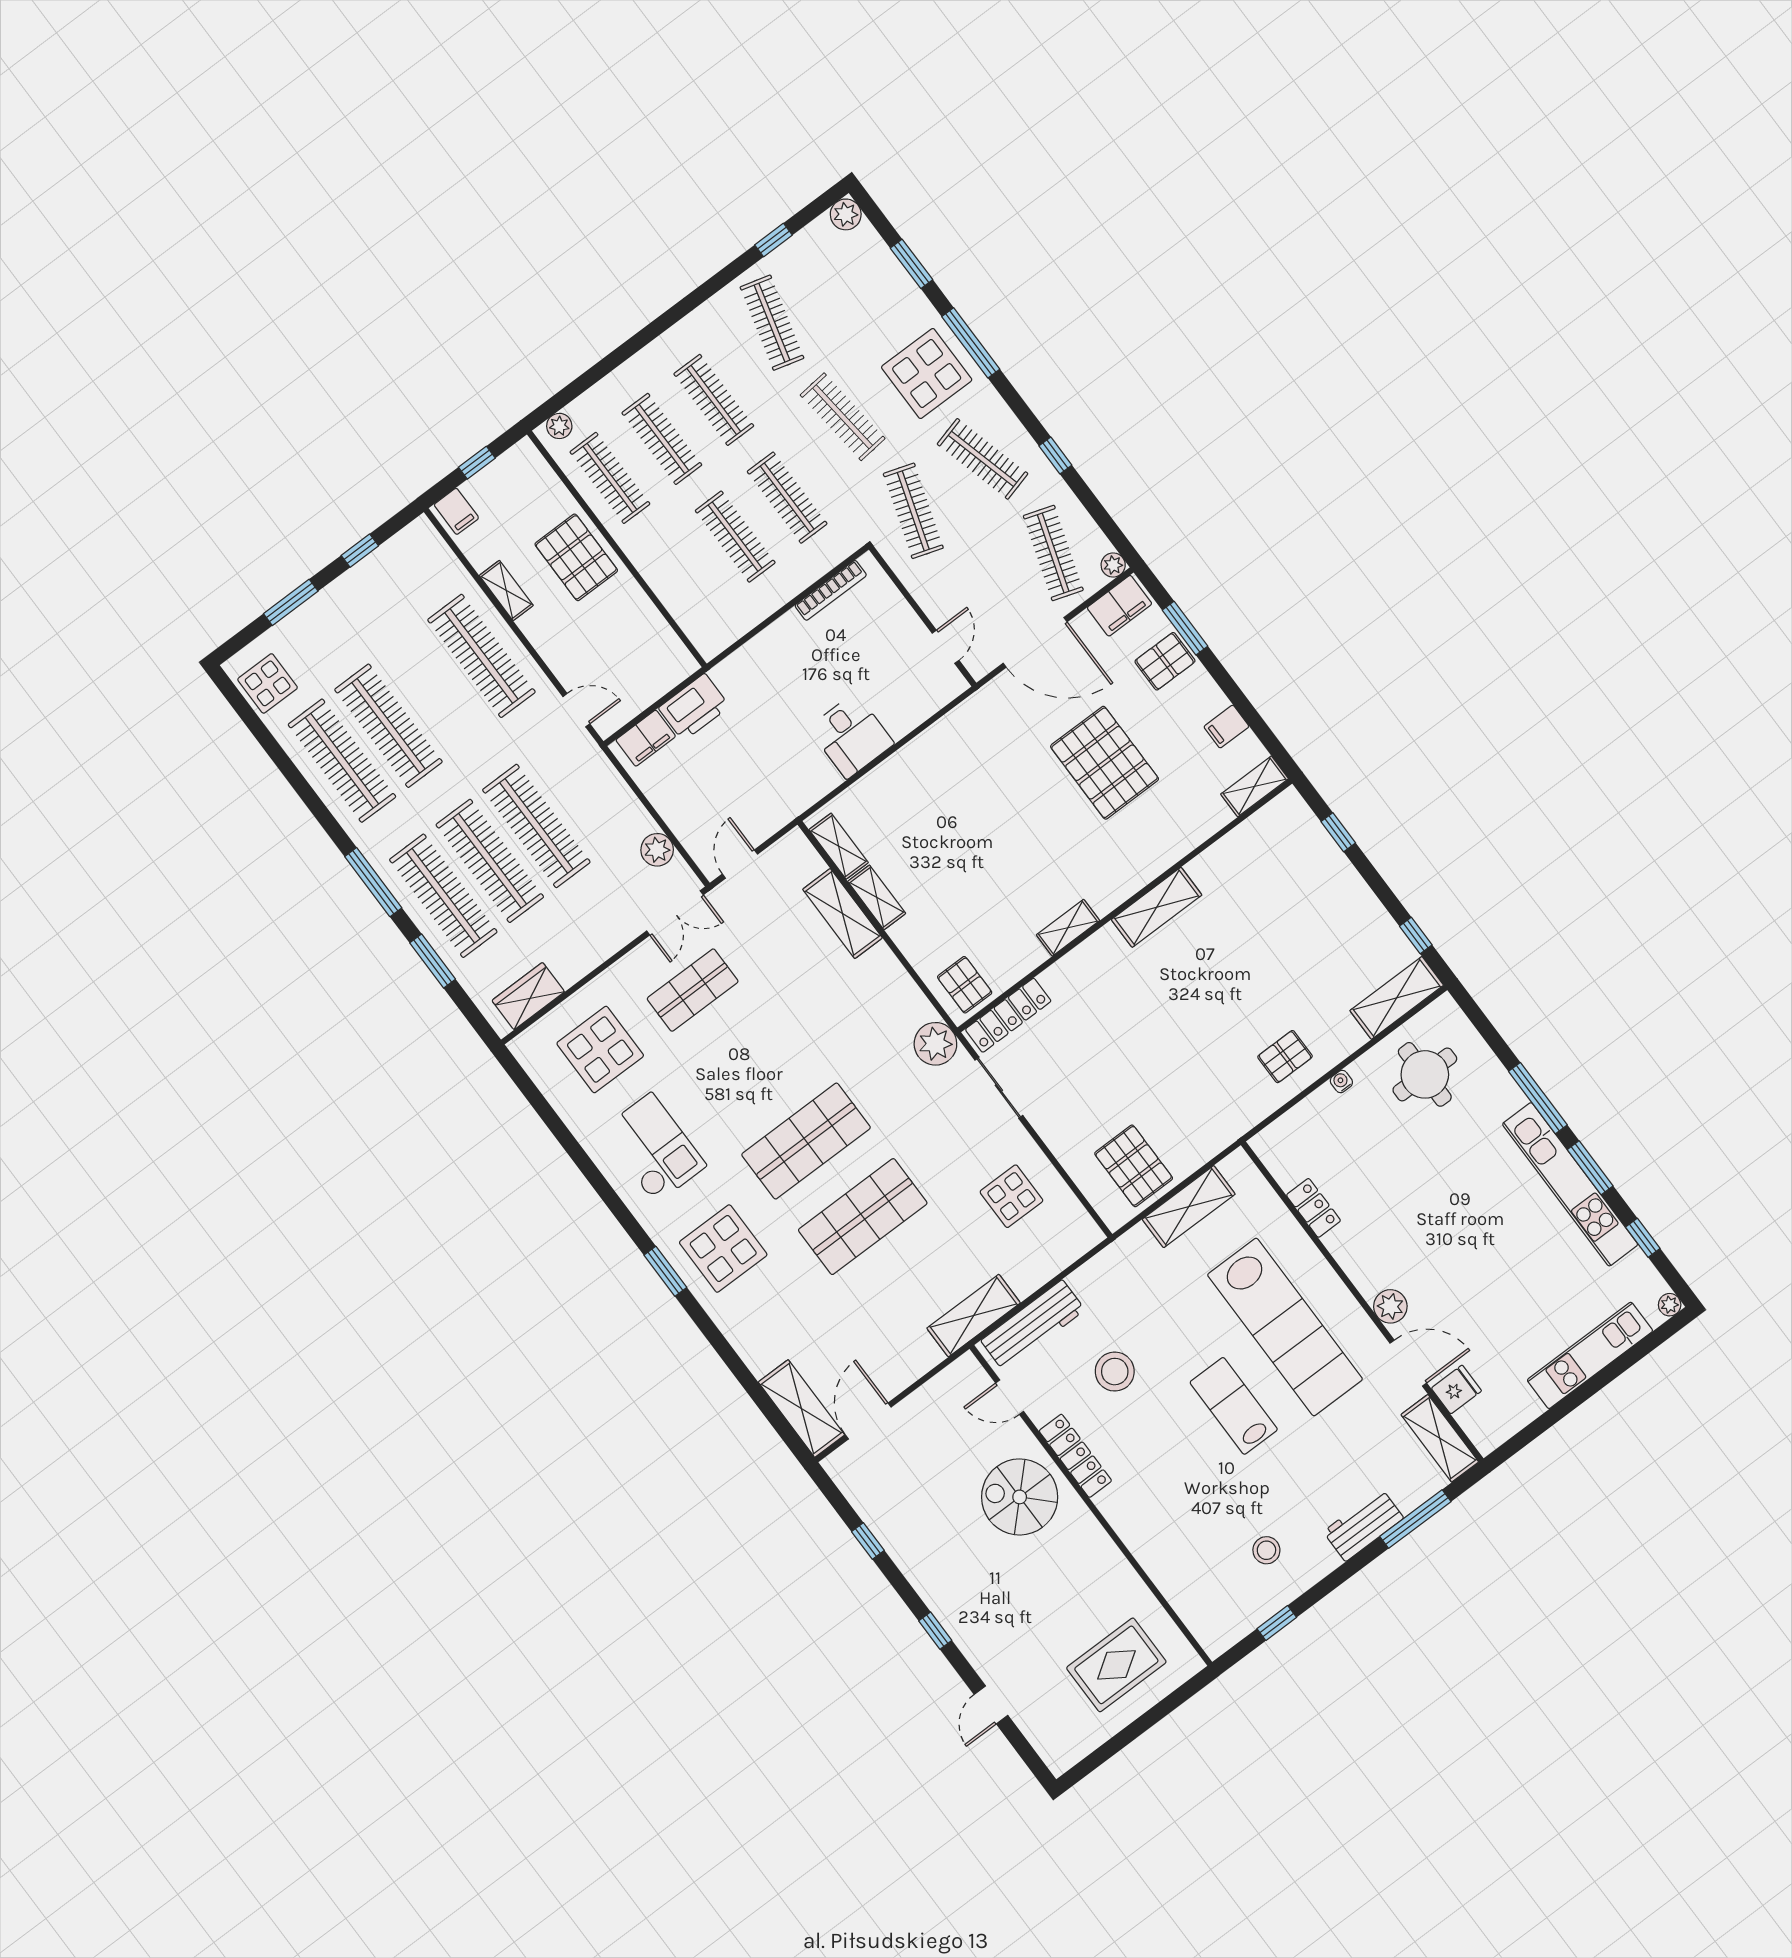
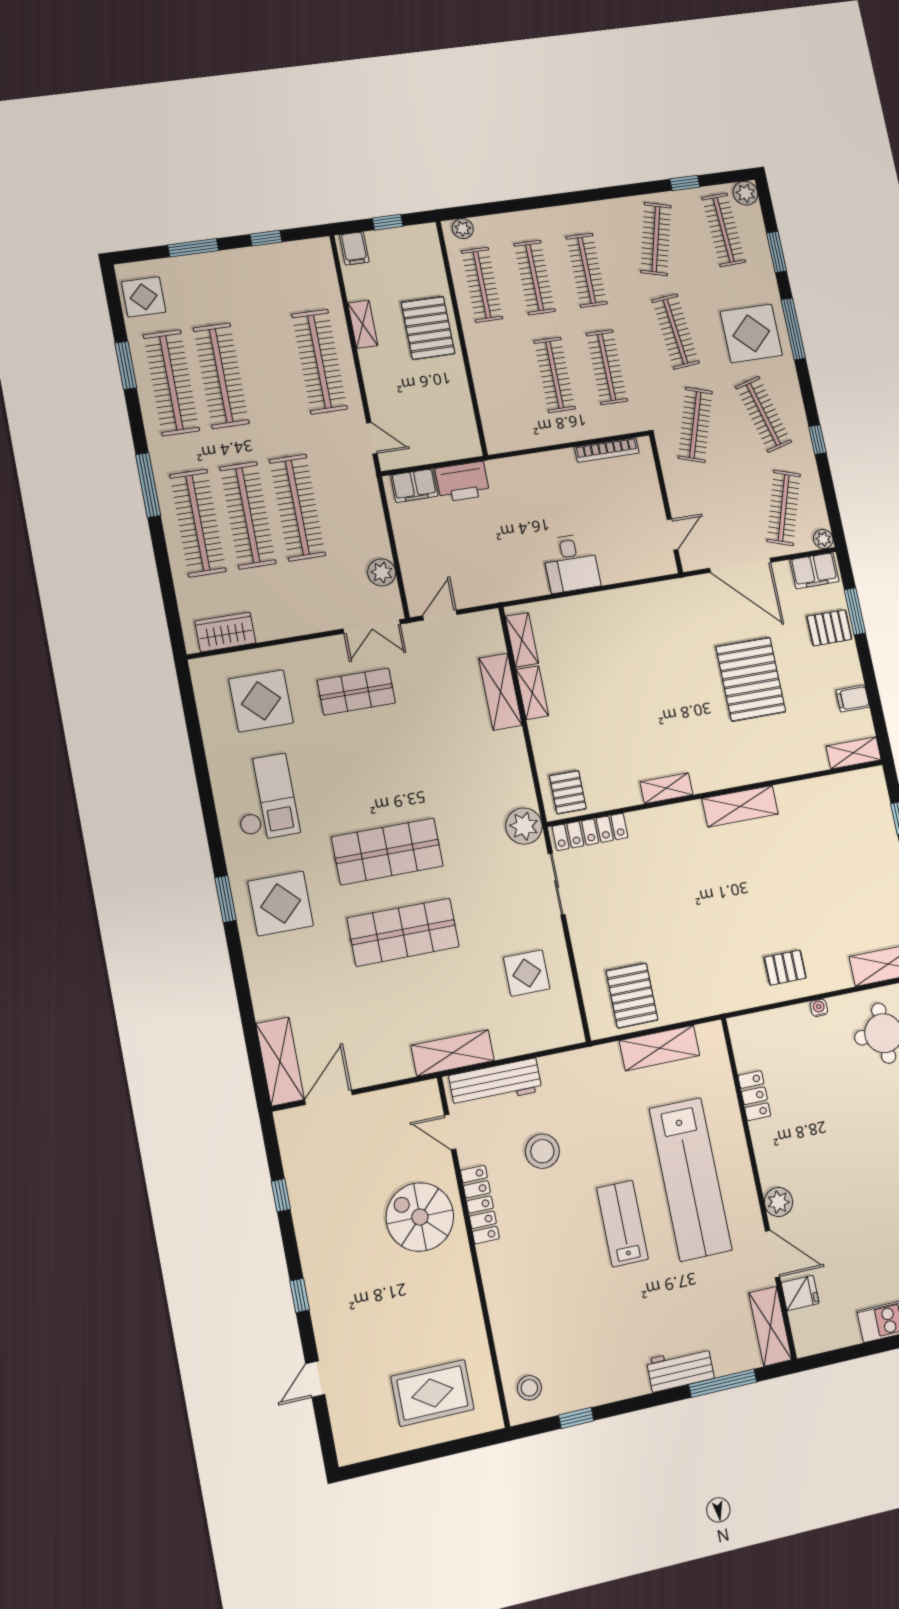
clothes rail: (841, 271) -> (724, 230), added
window: (433, 961) -> (126, 365), moved
stool: (1266, 1550) -> (529, 1388), moved

